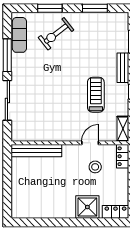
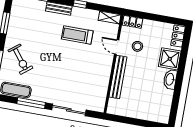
bench: (36, 151) -> (118, 77), moved
washbasin: (64, 212) -> (170, 79), added

